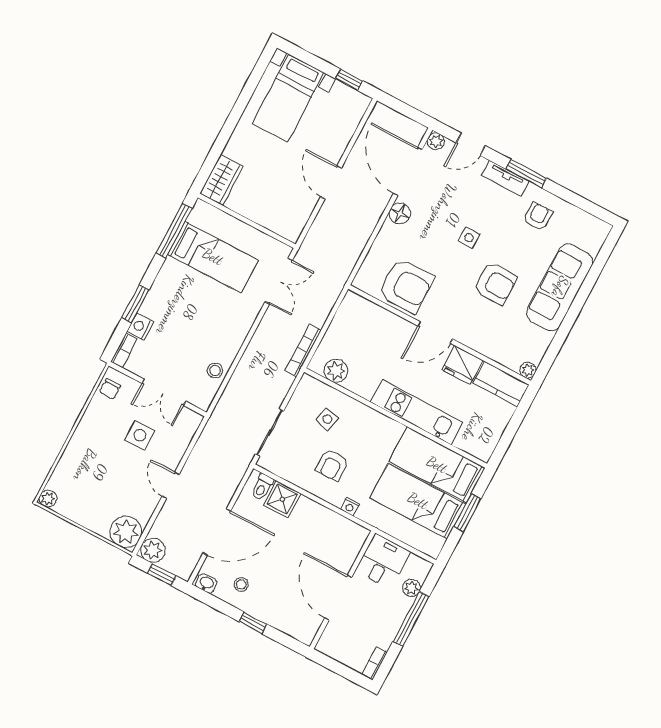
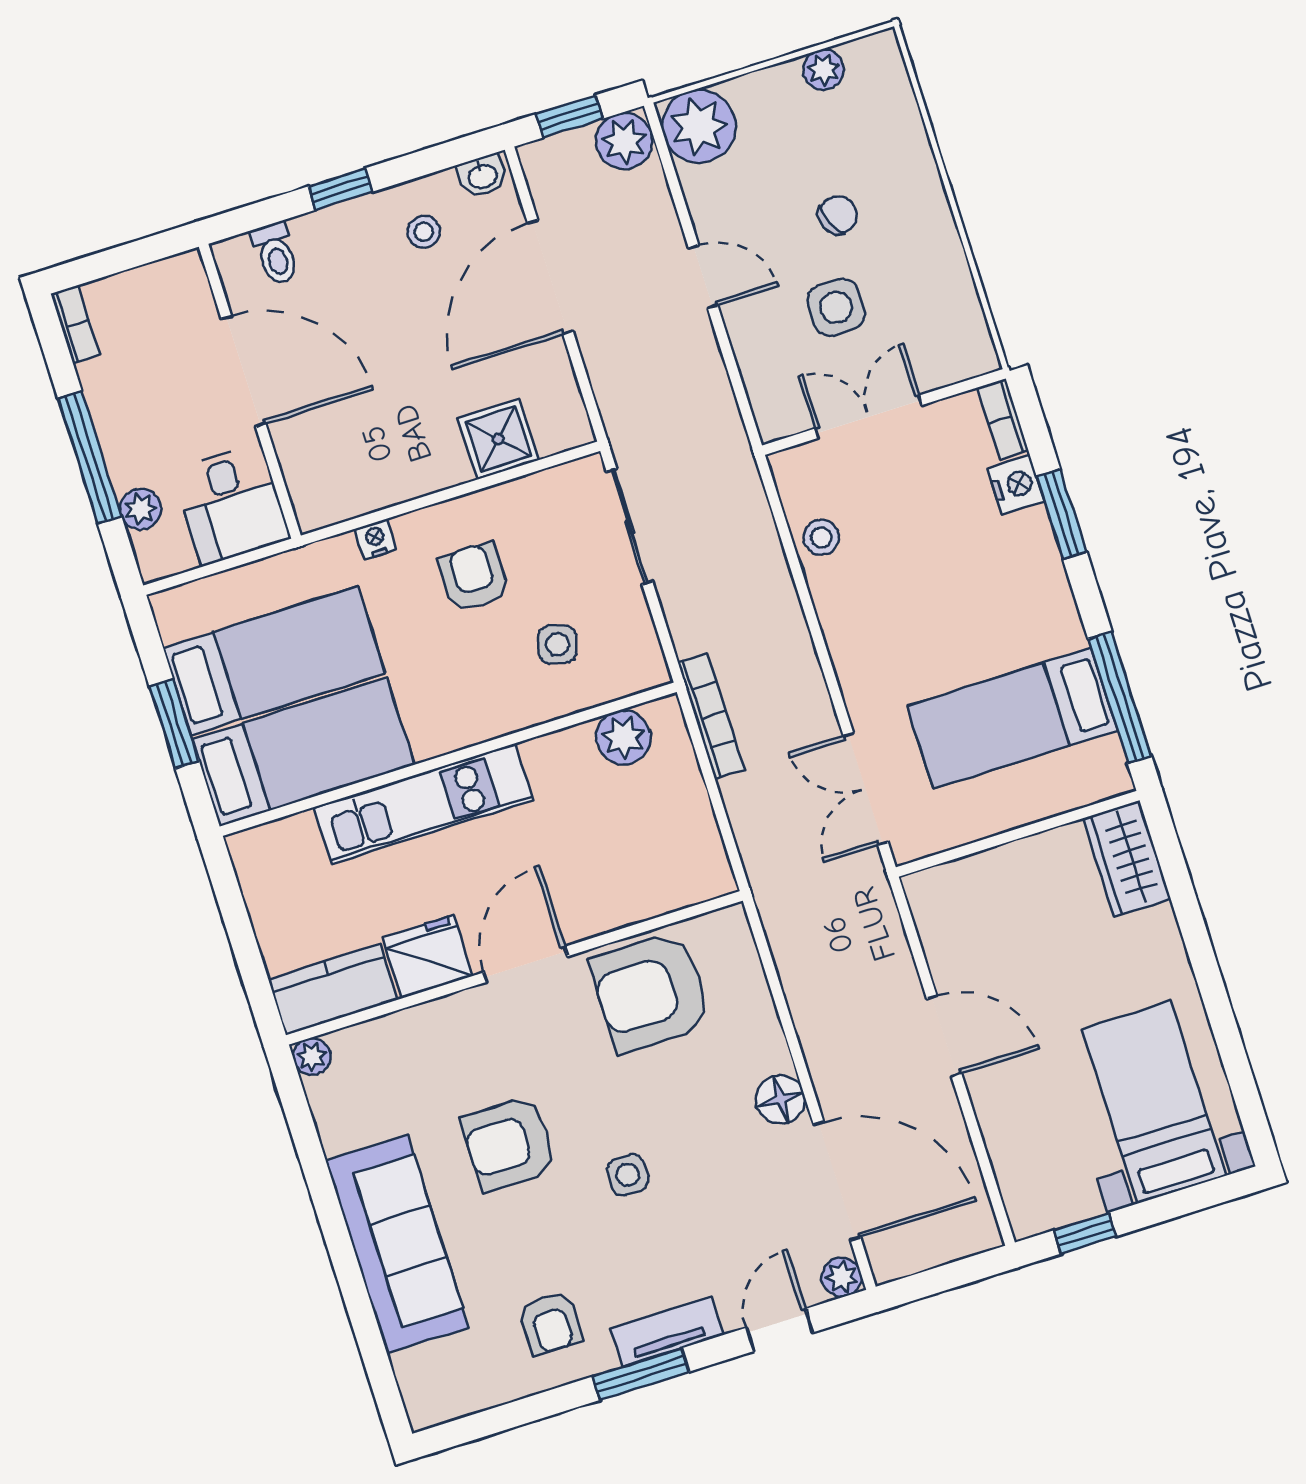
chair: (110, 389) -> (838, 215), moved, turned 67
toilet: (262, 487) -> (276, 253), moved, turned 180
plant: (48, 499) -> (824, 70), moved

